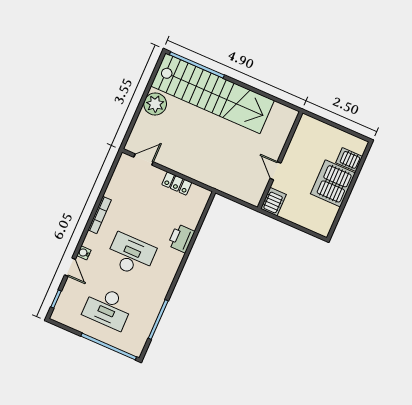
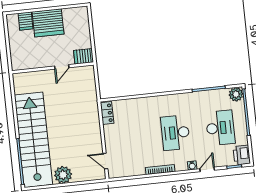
locker: (177, 184) -> (107, 113), moved
printer: (181, 238) -> (242, 155), moved, turned 90
plant: (135, 346) -> (236, 94), added

